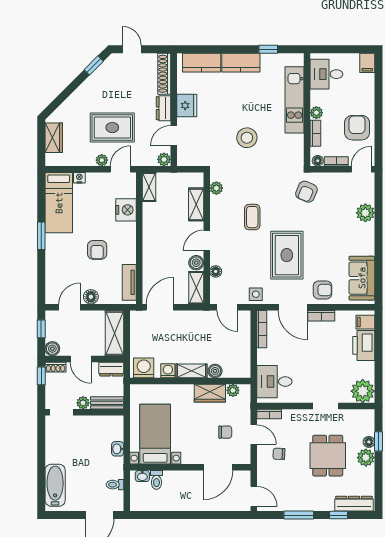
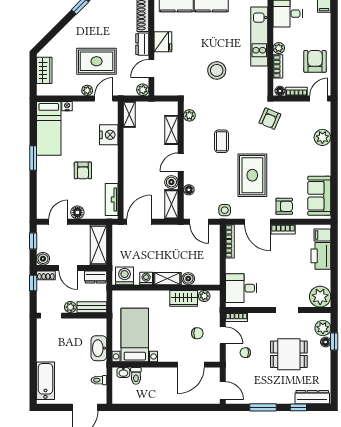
washbasin: (118, 449) -> (99, 348), width x1.91, depth x1.45
dining table: (328, 456) -> (289, 354), turned 90
plant: (366, 458) -> (323, 328), moved

